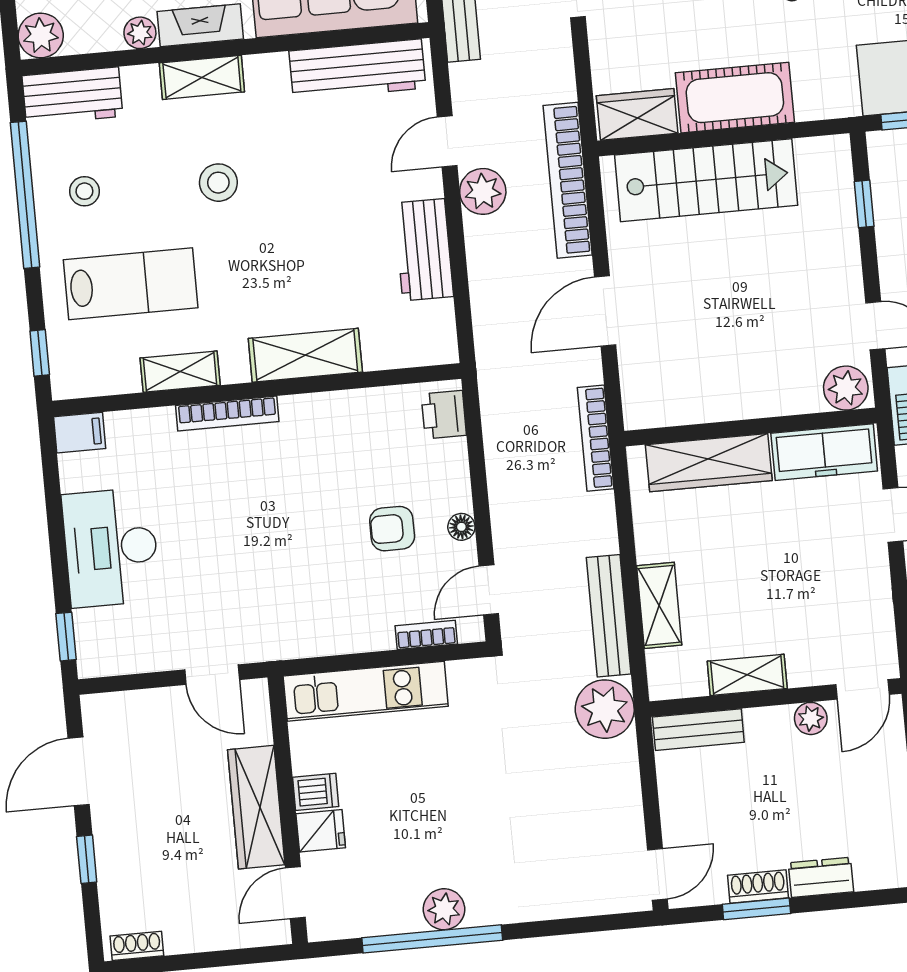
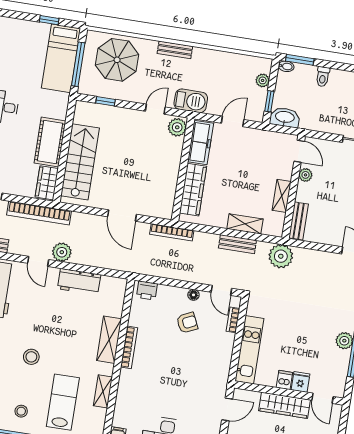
bookcase: (568, 180) -> (39, 213), moved
bookcase: (227, 413) -> (129, 347), moved
armchair: (392, 529) -> (187, 323), turned -115
bench: (609, 616) -> (237, 244), width x0.73

